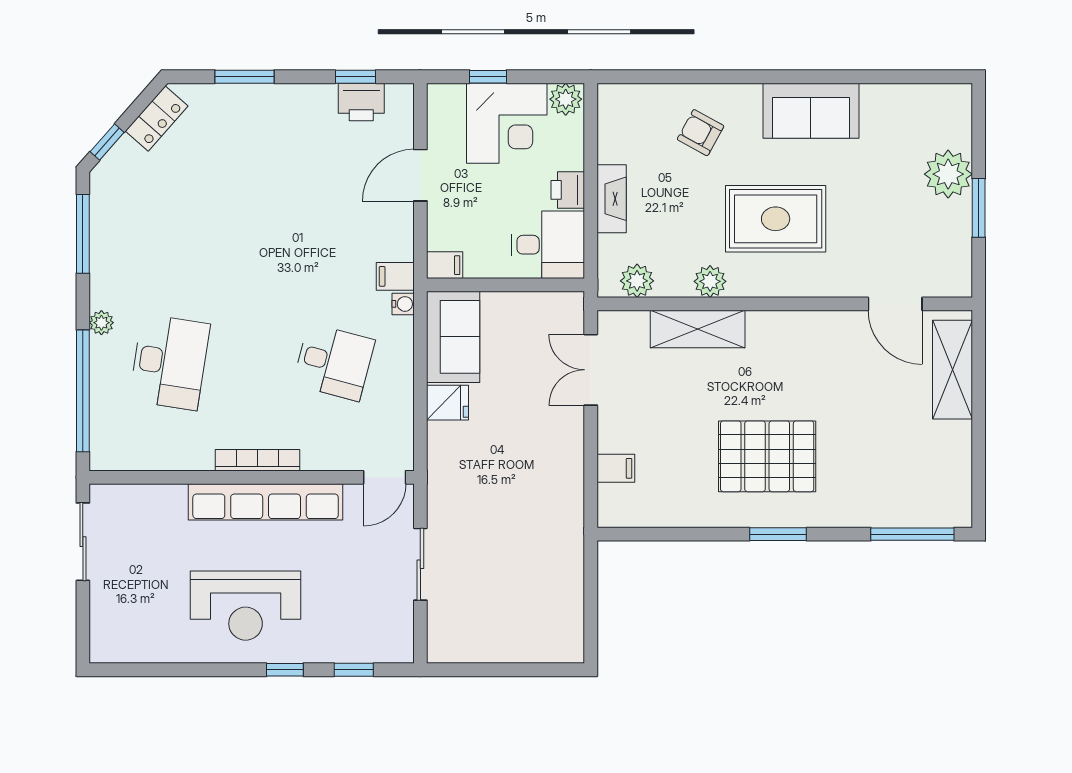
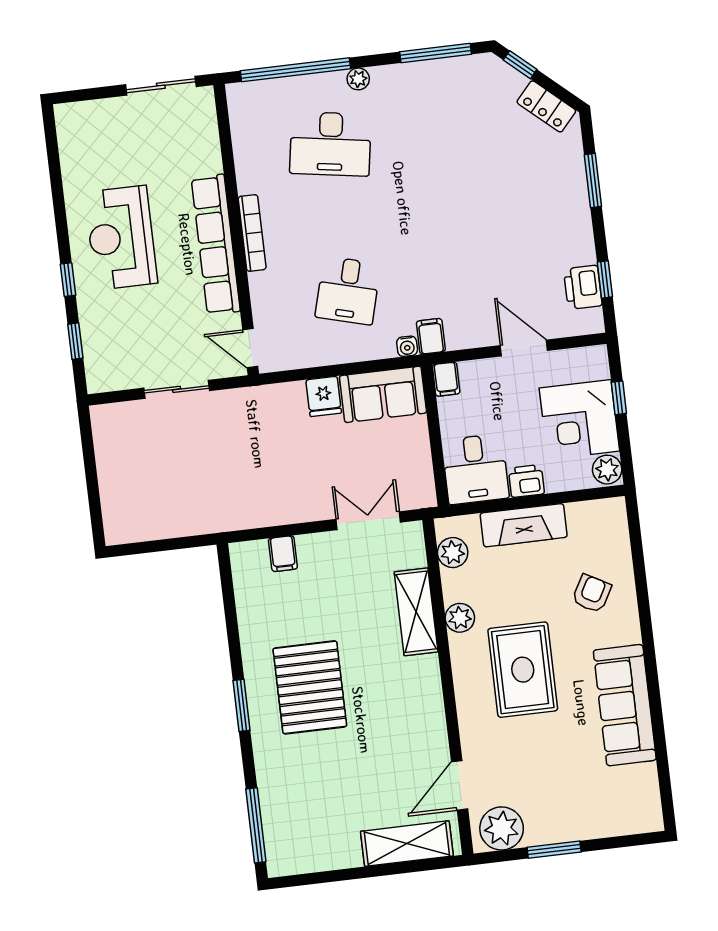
sofa: (811, 111) -> (625, 705), width x1.36
plant: (948, 174) -> (502, 828), moved
fireplace: (612, 199) -> (524, 525), width x1.37, depth x1.32

